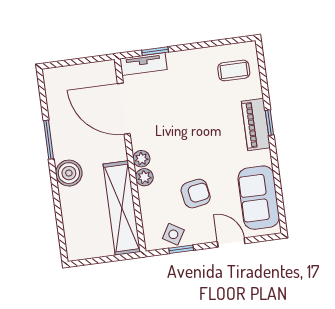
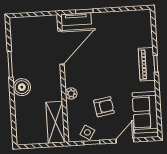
coffee table: (234, 70) -> (135, 28), removed
door: (124, 109) -> (61, 48), swing flipped
plant: (141, 159) -> (70, 81), removed
shelving: (122, 208) -> (55, 122), width x0.68
door: (231, 243) -> (125, 141), hinge flipped

